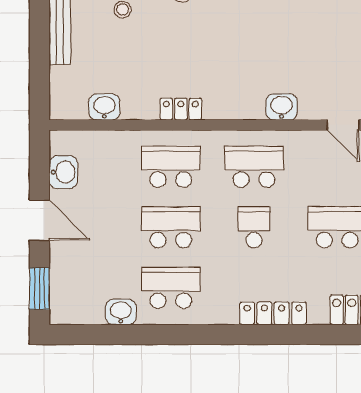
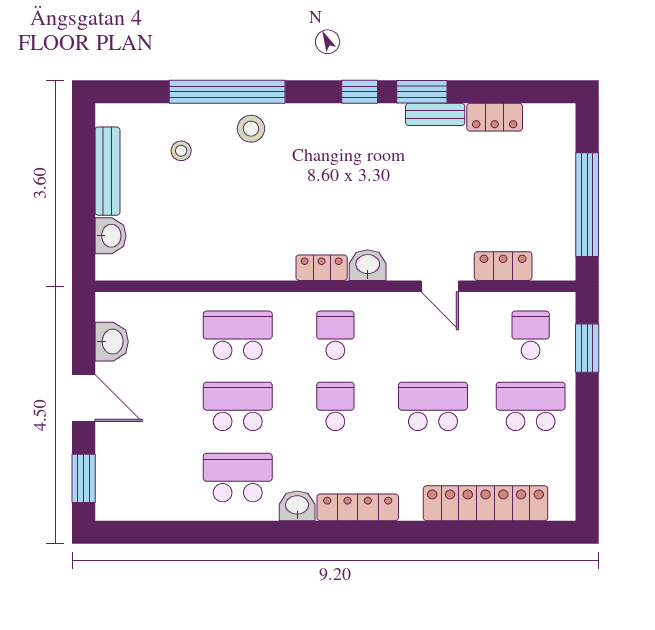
washbasin: (104, 107) -> (110, 236), moved, turned 90
locker: (181, 109) -> (322, 268), moved
school desk: (254, 167) -> (335, 335), width x0.54
washbasin: (121, 312) -> (297, 506), moved

